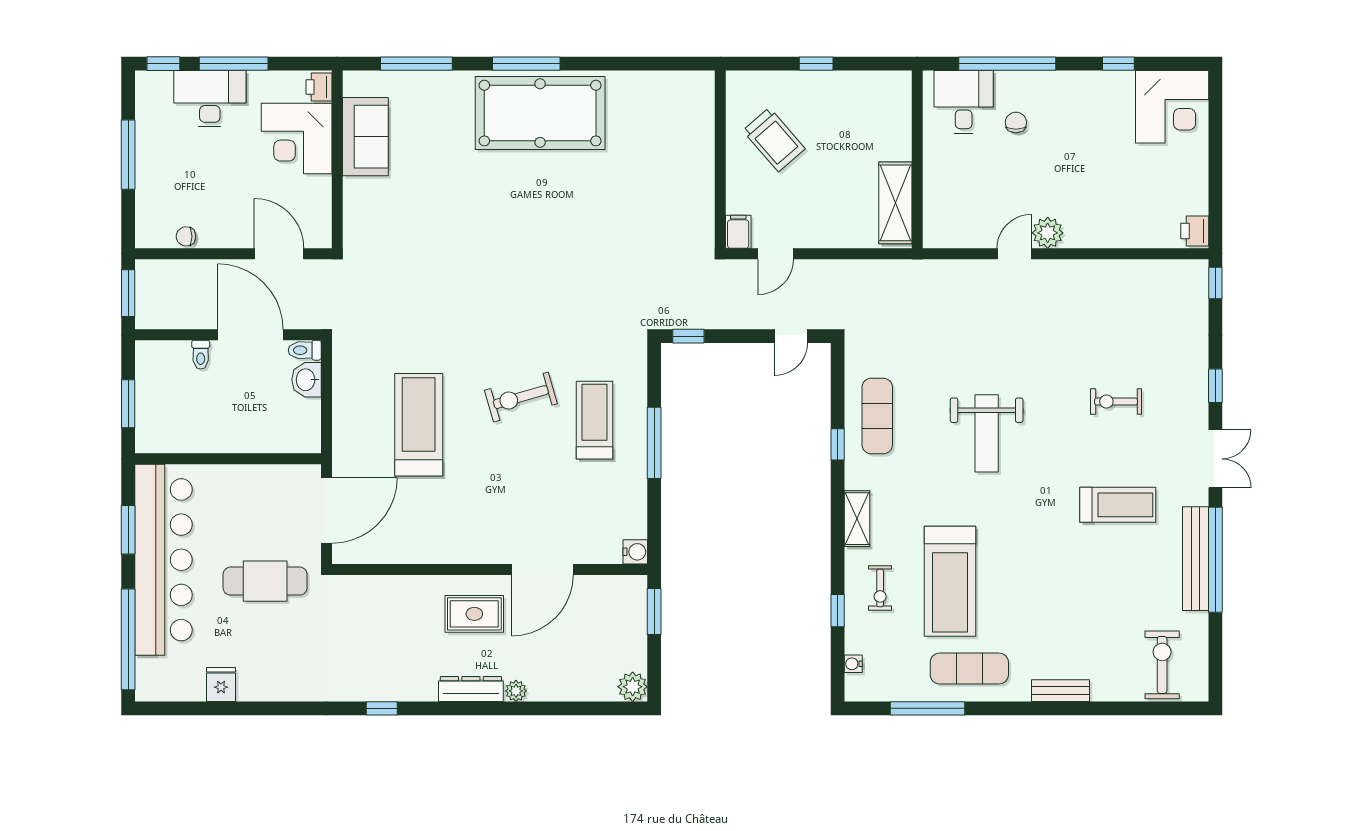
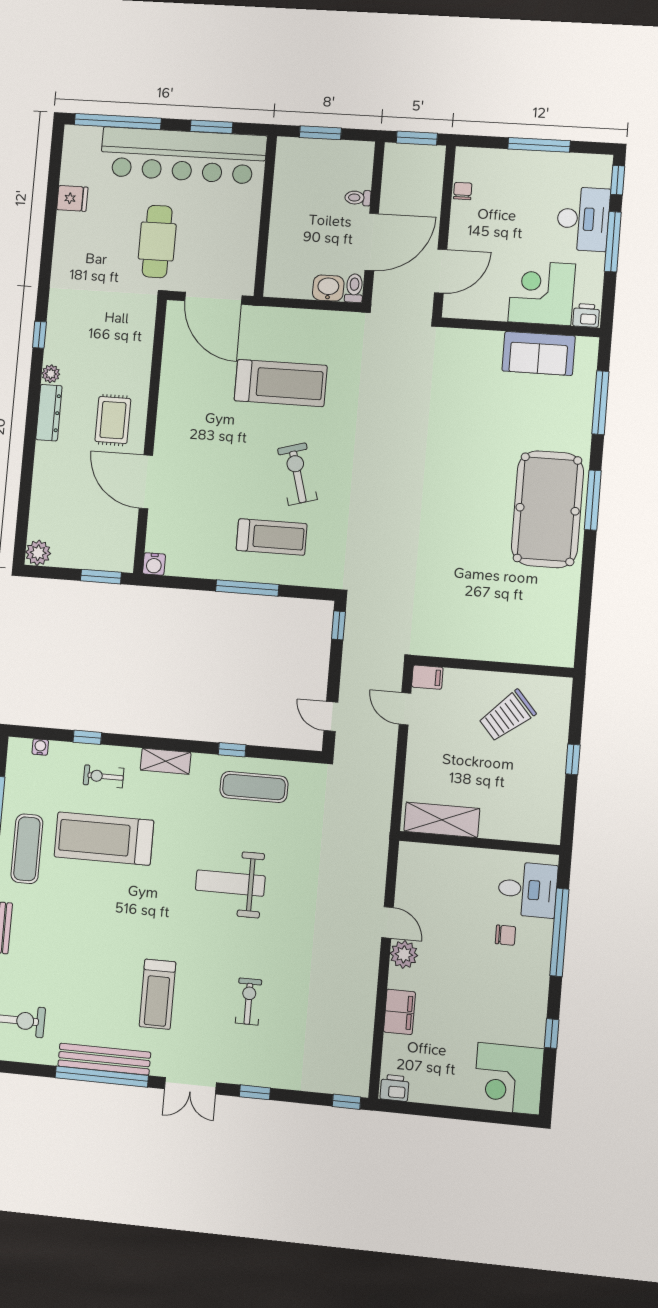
filing cabinet: (1111, 233) -> (399, 1012), added
plant: (516, 691) -> (51, 374), moved

